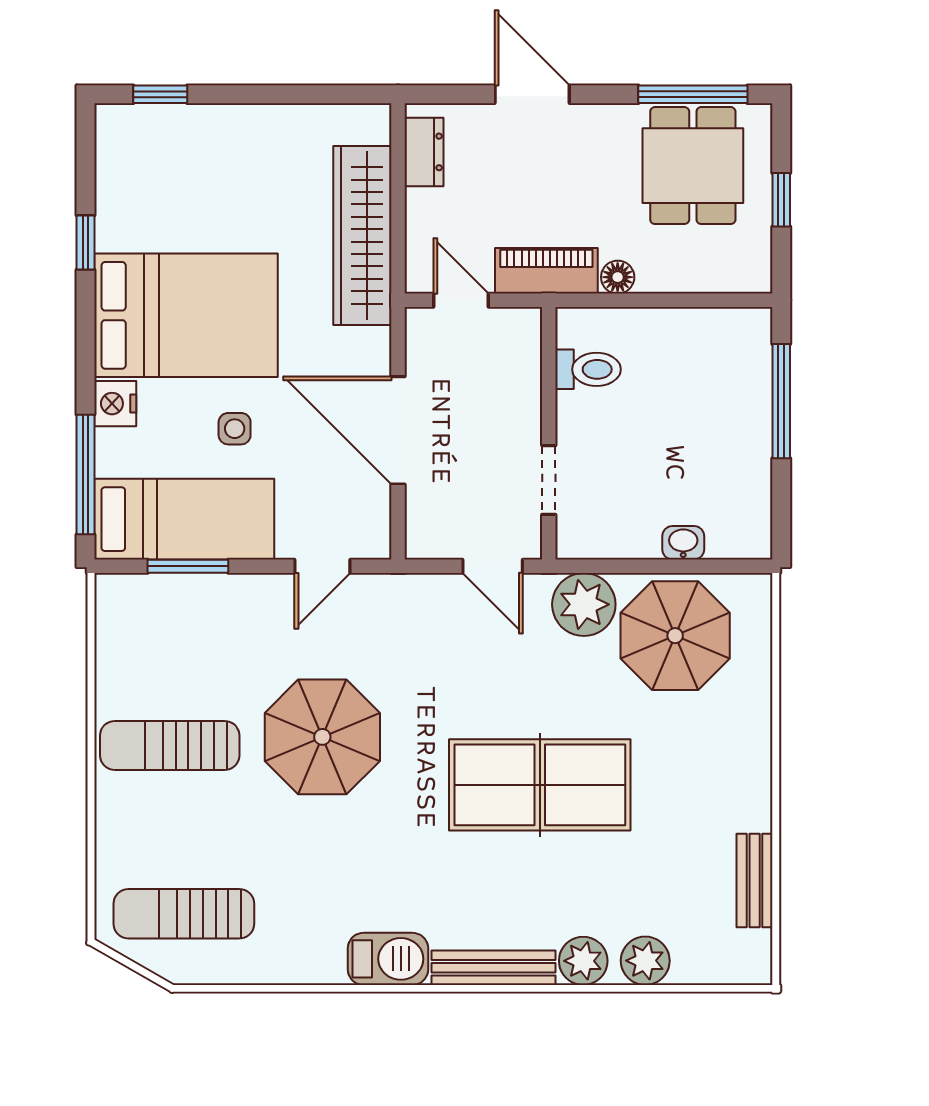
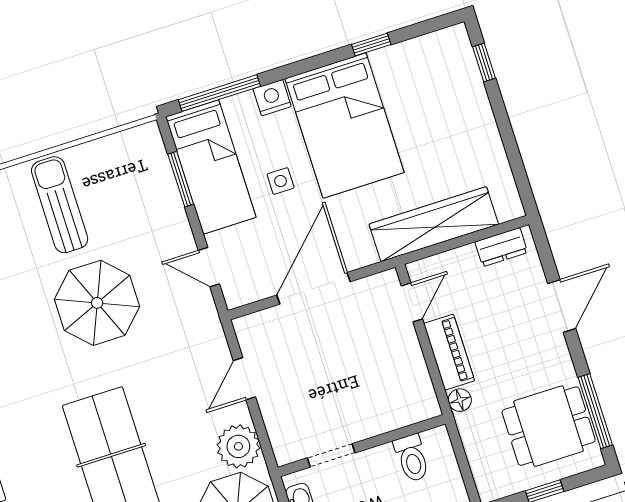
toilet: (588, 369) -> (412, 458), moved
wall: (549, 433) -> (362, 446), moved
doorway: (549, 480) -> (331, 455), moved

